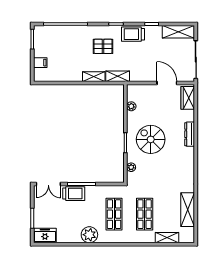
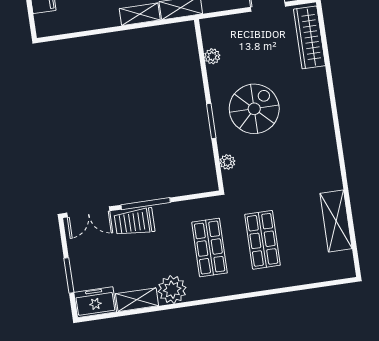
wardrobe: (188, 98) -> (309, 37), width x1.50
dresser: (190, 134) -> (320, 90), removed
spiral stairs: (151, 139) -> (254, 109), turned 90
trolley: (74, 194) -> (135, 222), turned 180
shelving: (167, 238) -> (137, 300), moved

